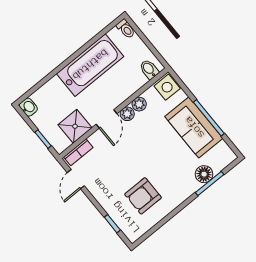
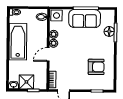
door: (107, 119) -> (48, 54), swing flipped
shower: (75, 126) -> (26, 82), moved
armchair: (143, 196) -> (96, 67), turned -90

